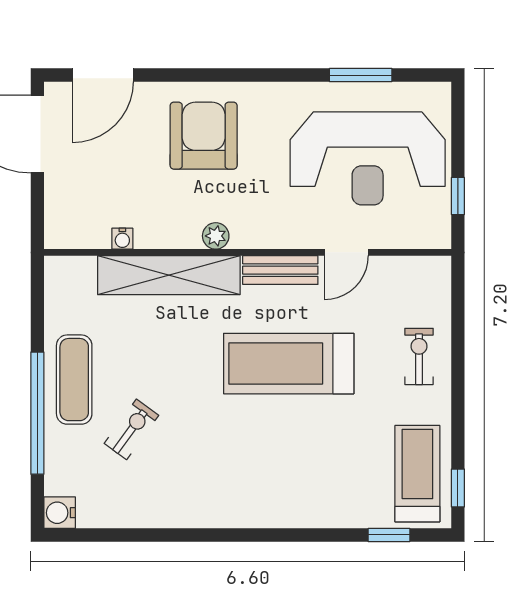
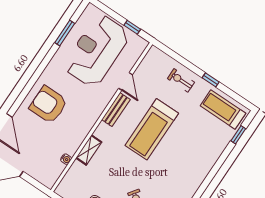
reception desk: (368, 158) -> (97, 51), turned 180
plant: (216, 236) -> (88, 125), removed
shelving: (169, 275) -> (89, 150), width x0.45, depth x0.75
window: (458, 488) -> (211, 80), moved

